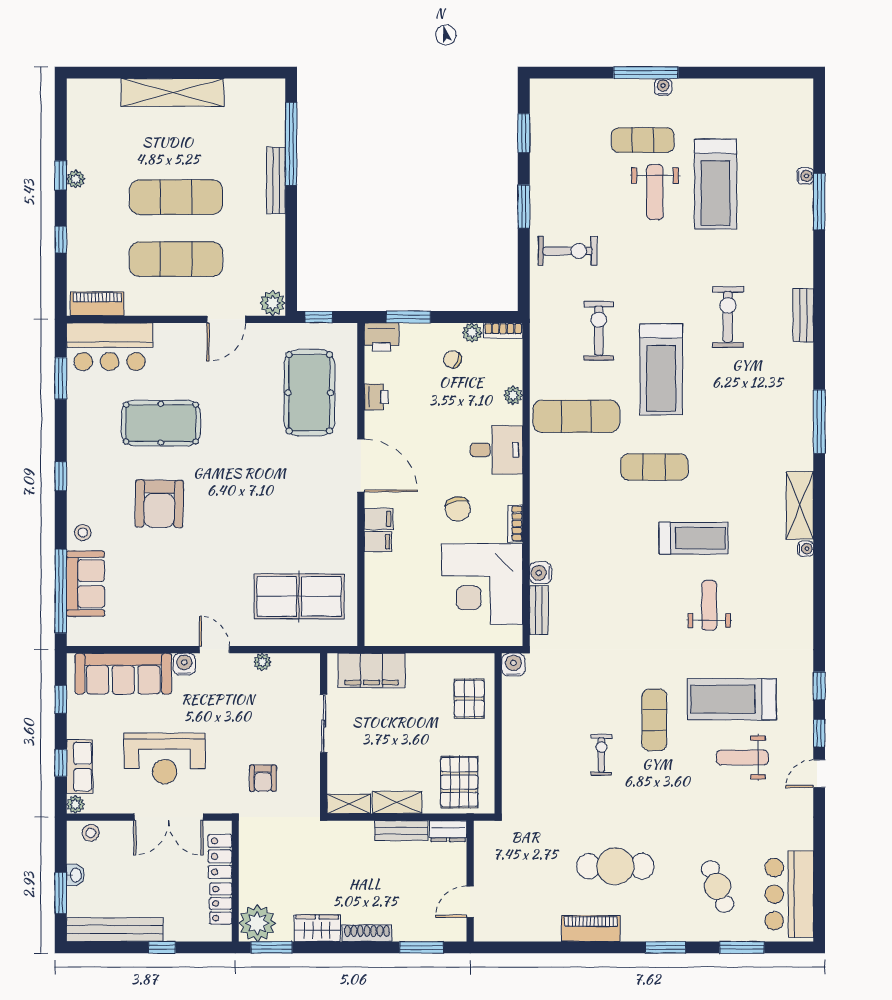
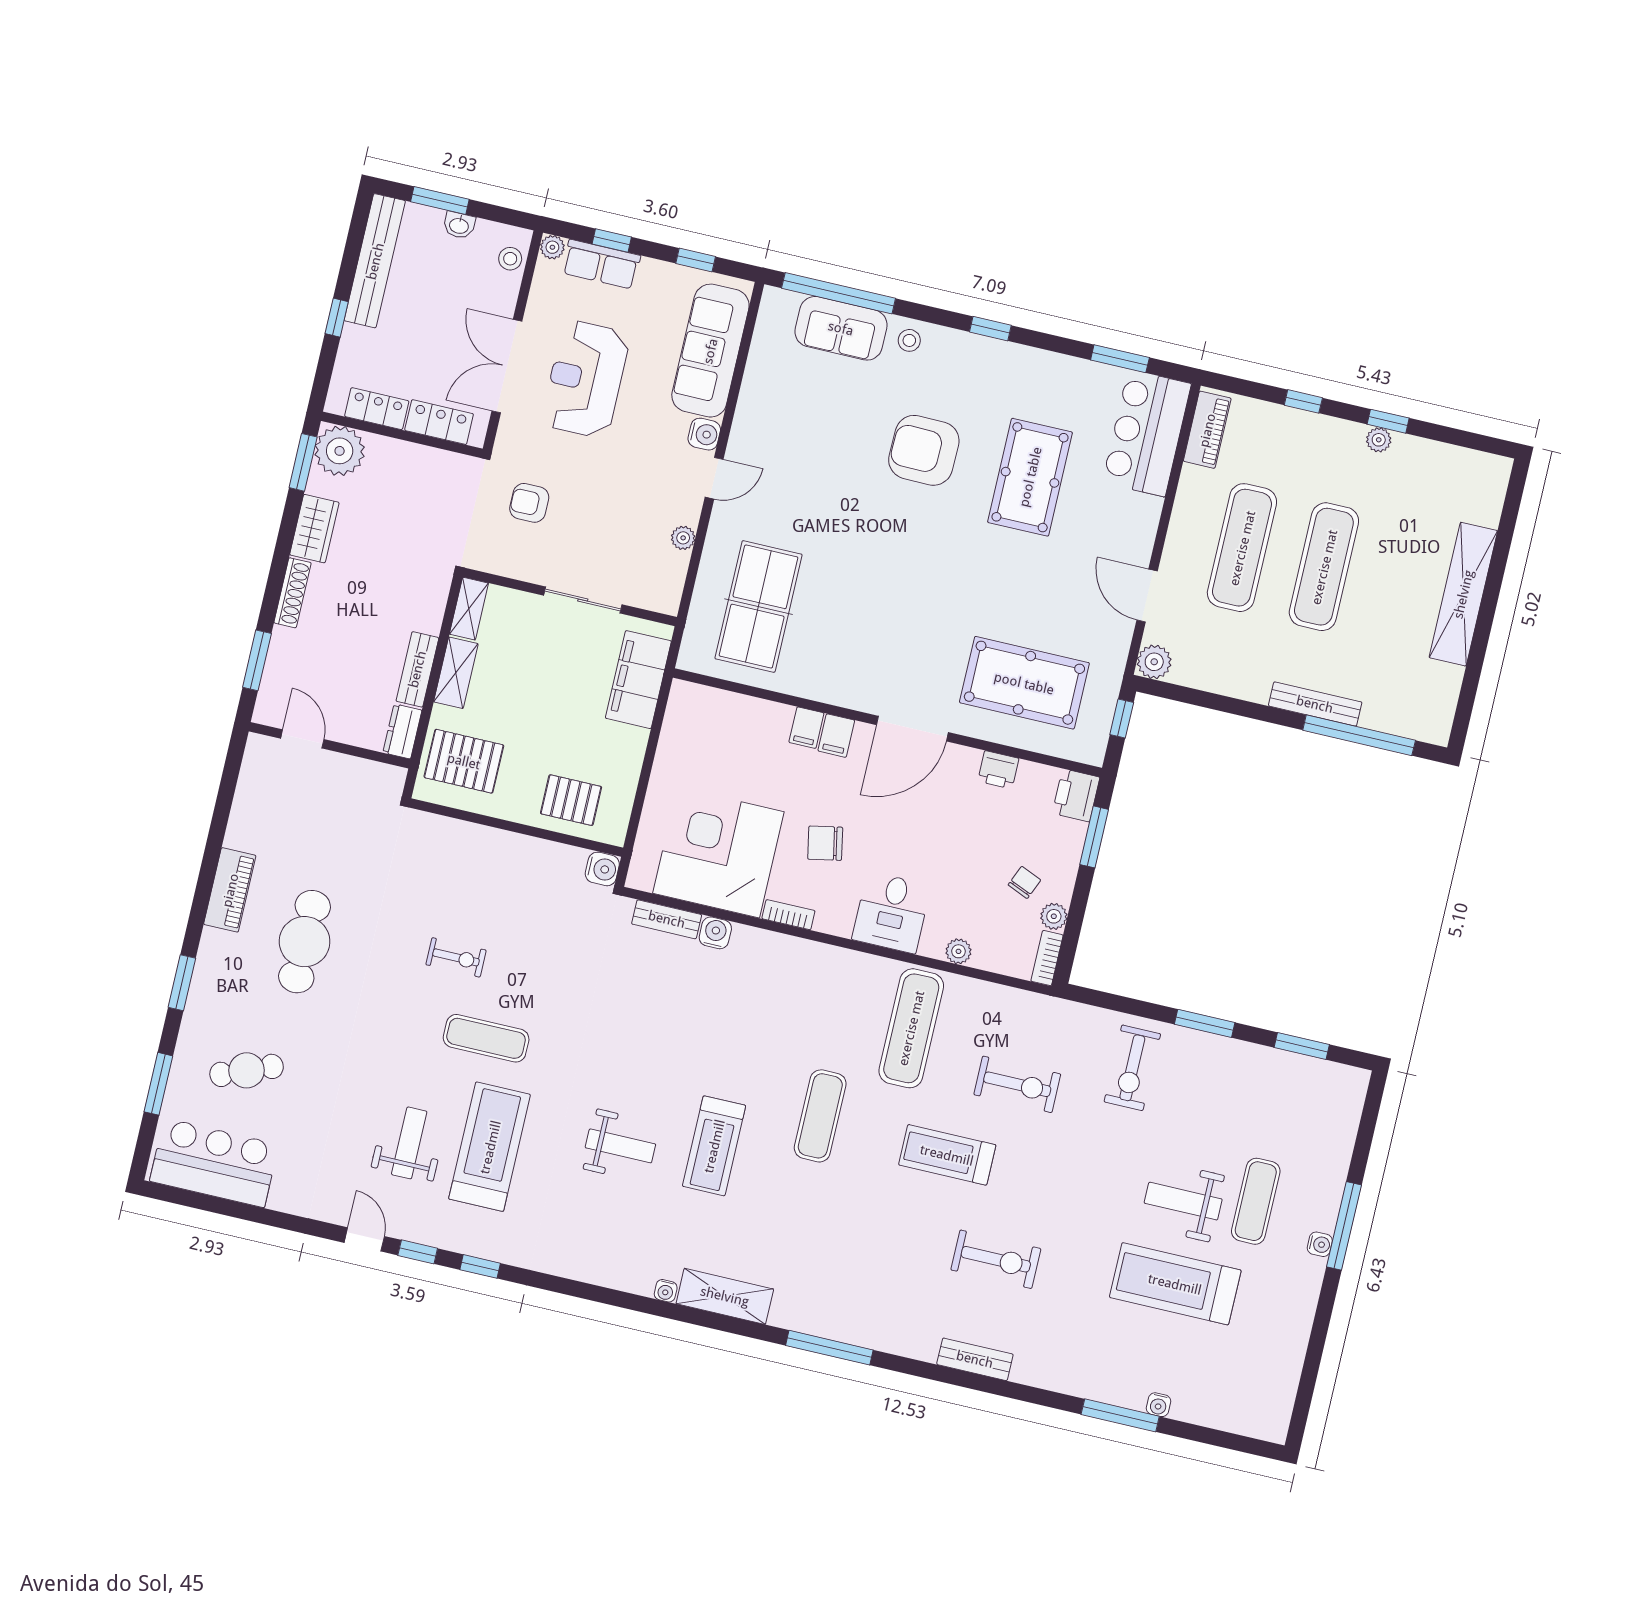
treadmill: (661, 369) -> (947, 1155), width x0.73, depth x0.73

